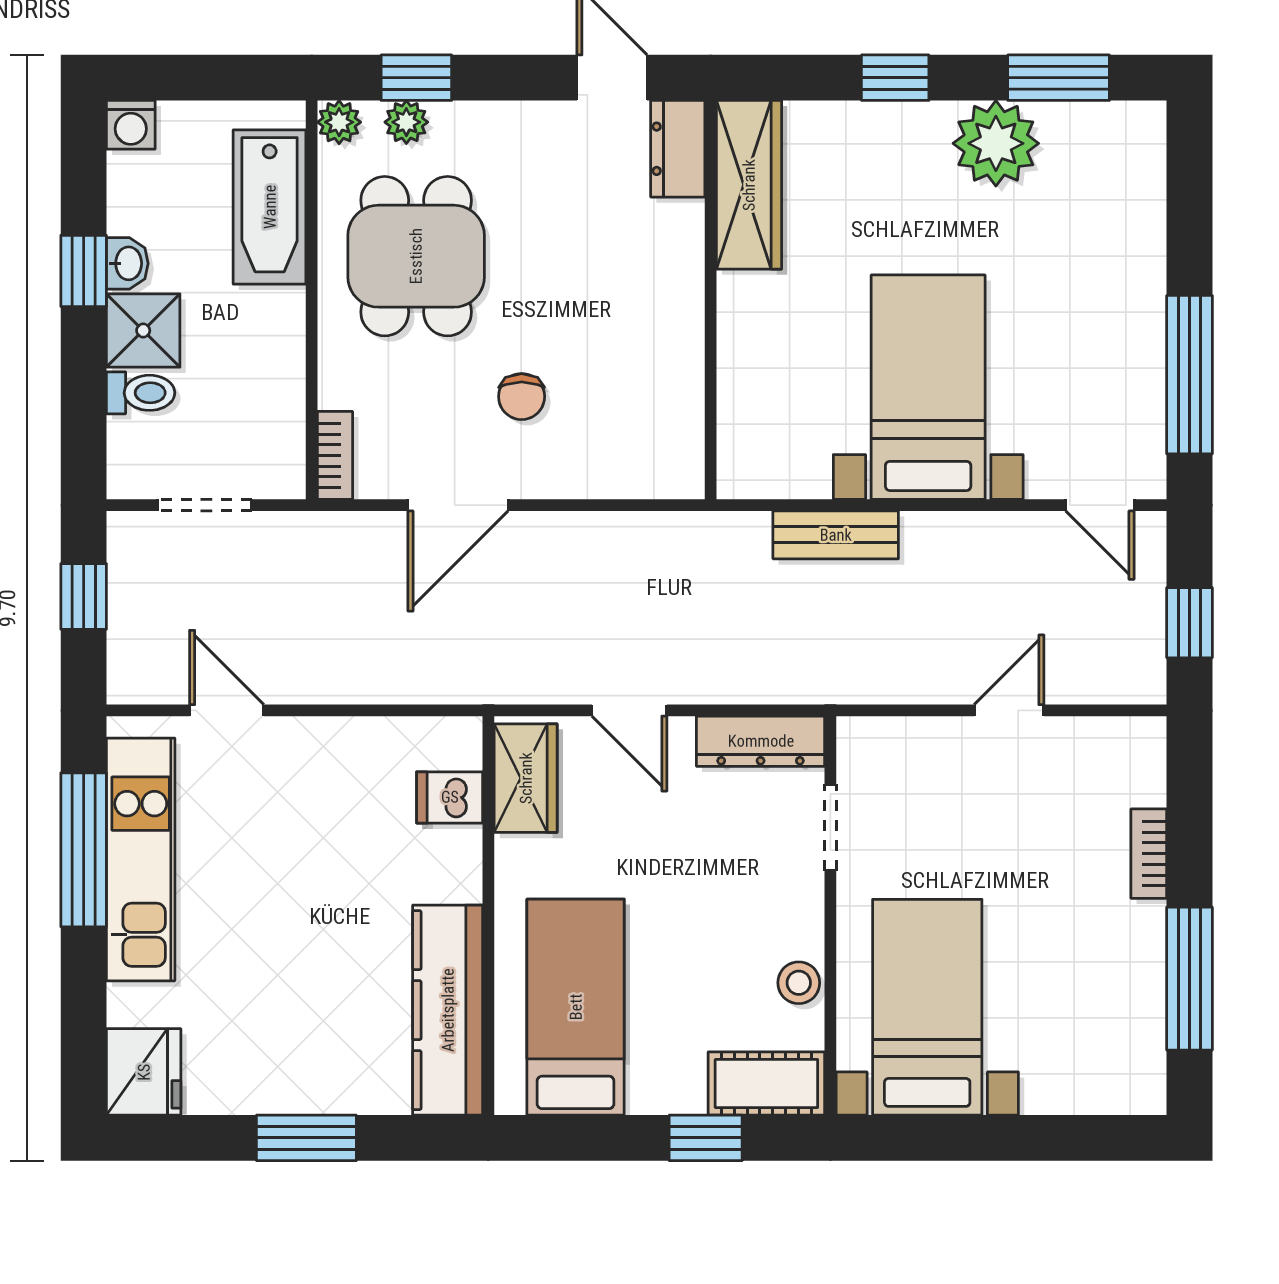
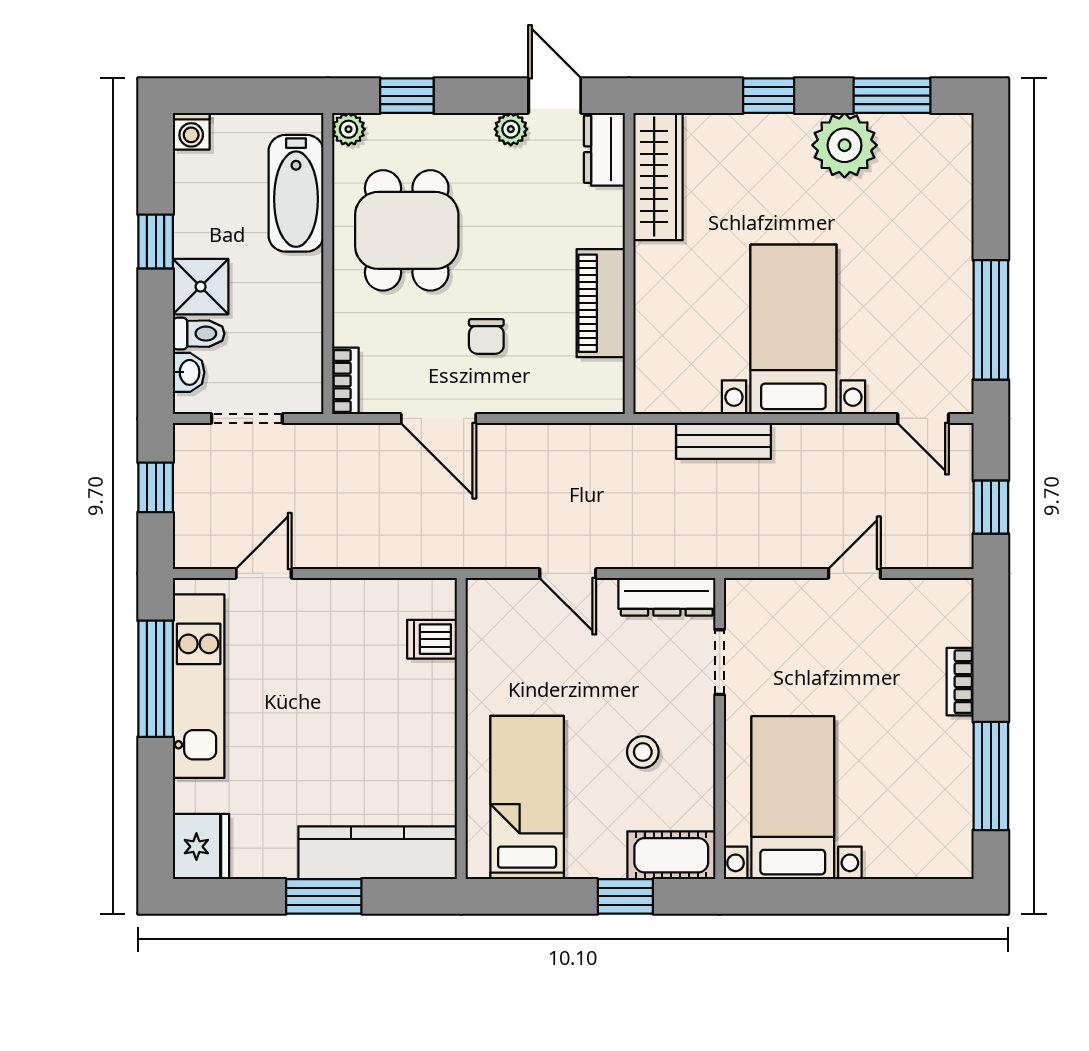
plant: (406, 122) -> (511, 129), moved
washbasin: (127, 263) -> (189, 372), moved
piano: (673, 353) -> (601, 303), added
door: (458, 505) -> (438, 418), hinge flipped
door: (227, 710) -> (264, 573), hinge flipped
wardrobe: (526, 778) -> (489, 625), removed
stool: (799, 983) -> (643, 752), moved
kitchen counter: (448, 1010) -> (378, 853), moved, turned 90

